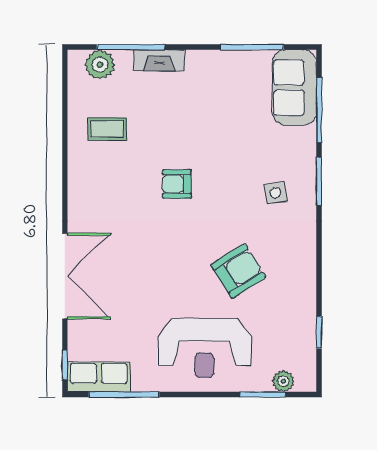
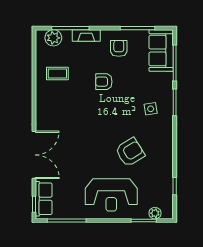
armchair: (218, 84) -> (119, 48), added
armchair: (177, 184) -> (104, 82), moved
row of seats: (99, 377) -> (44, 199), moved, turned 90

